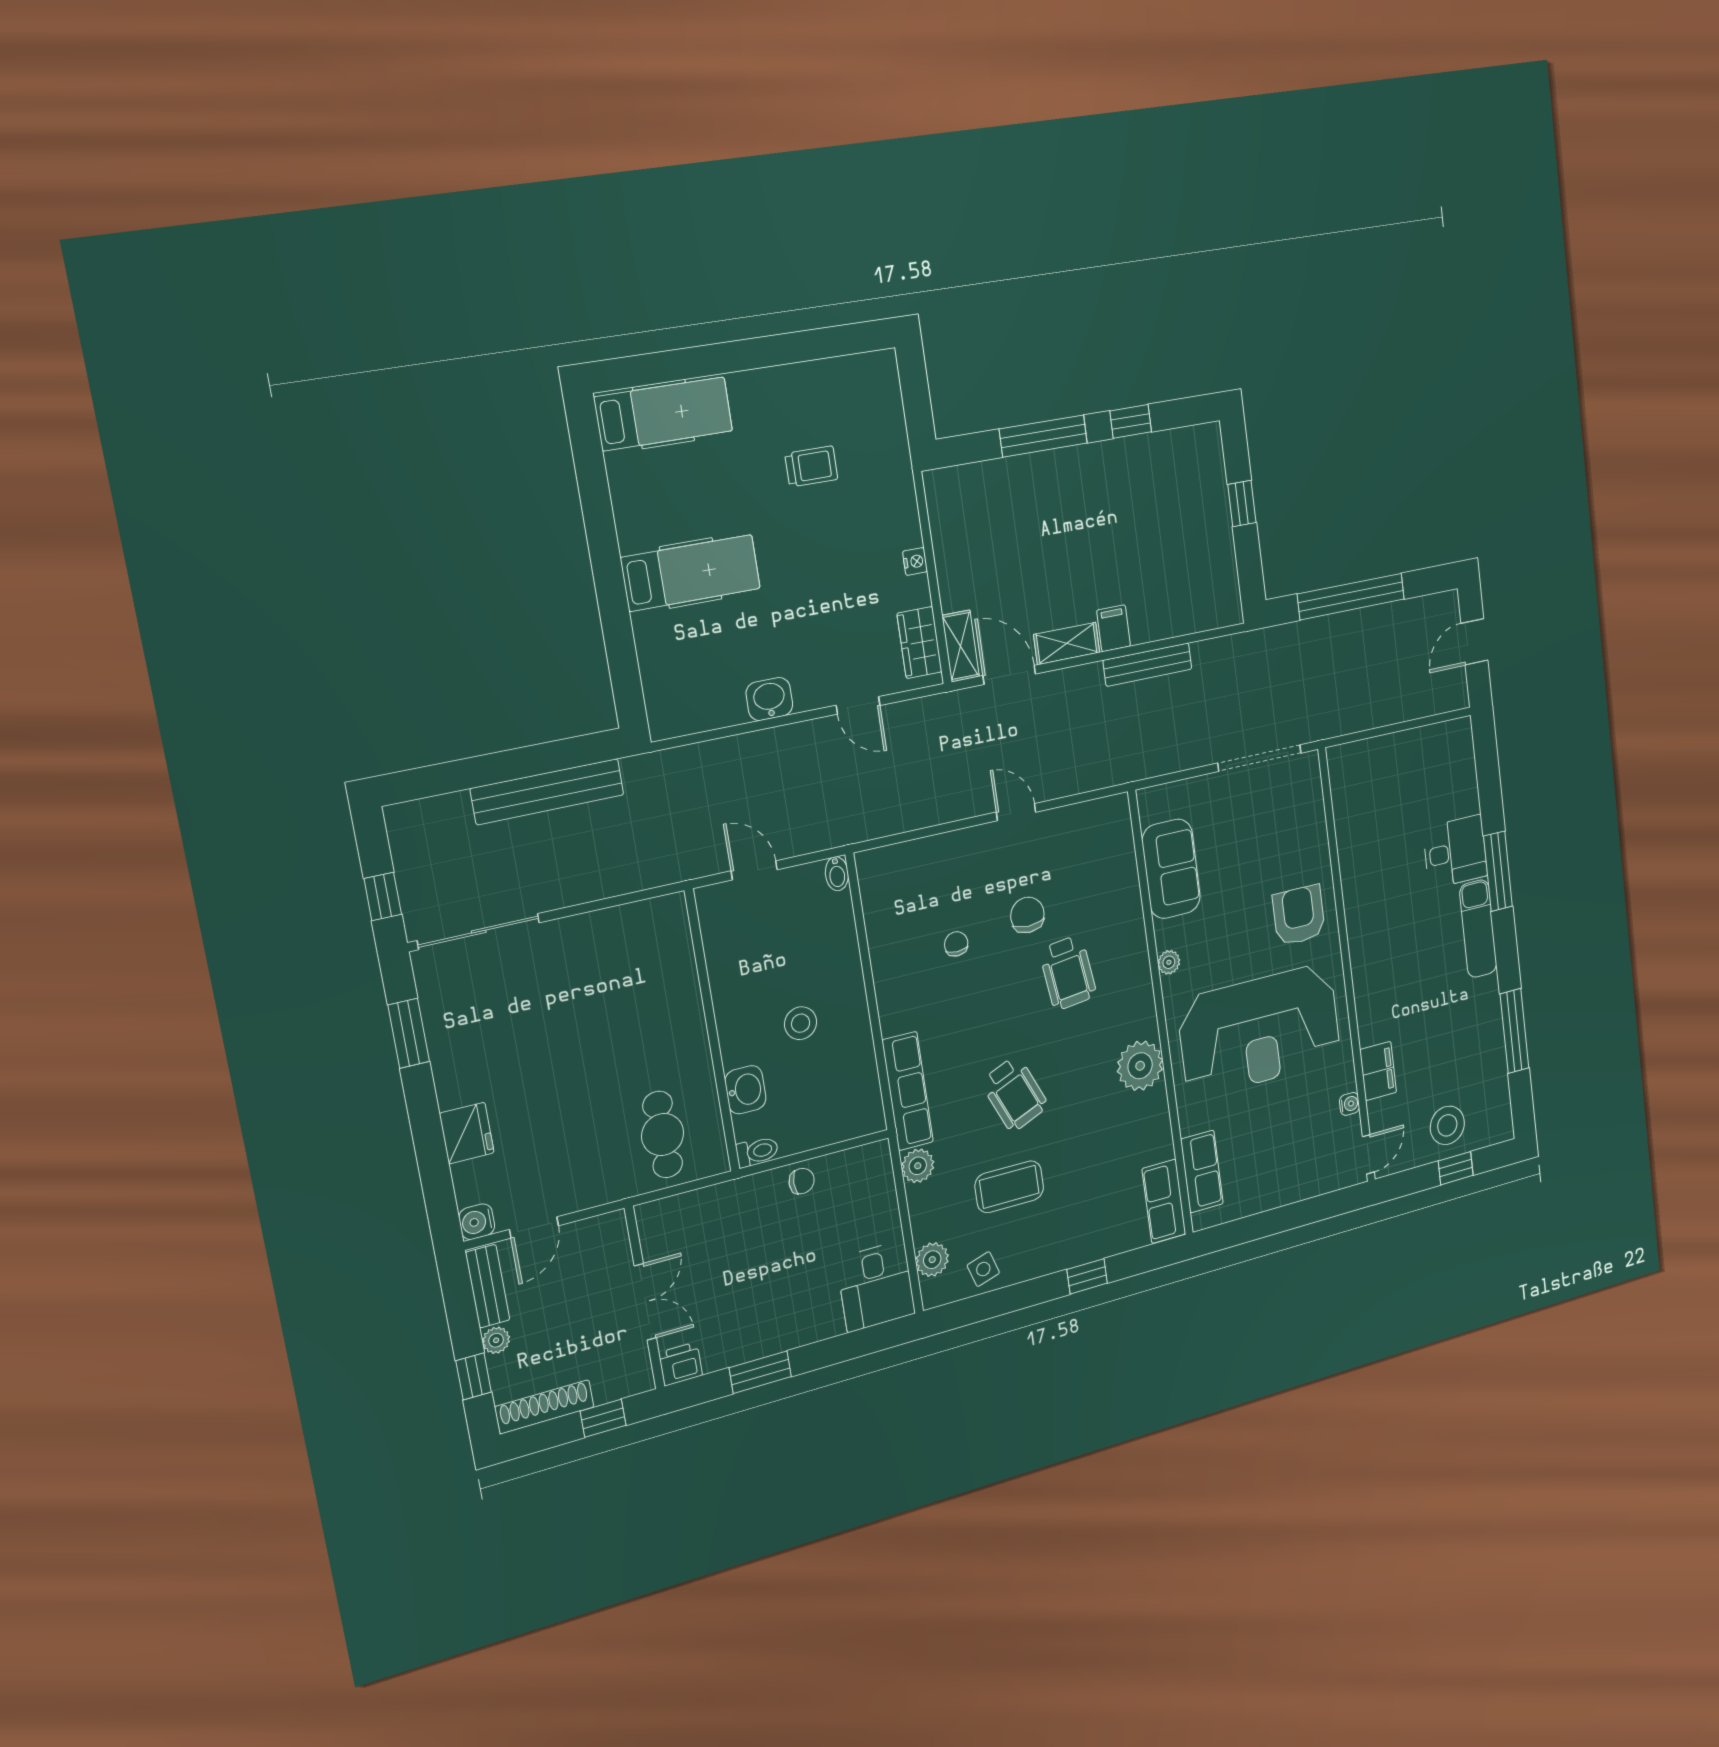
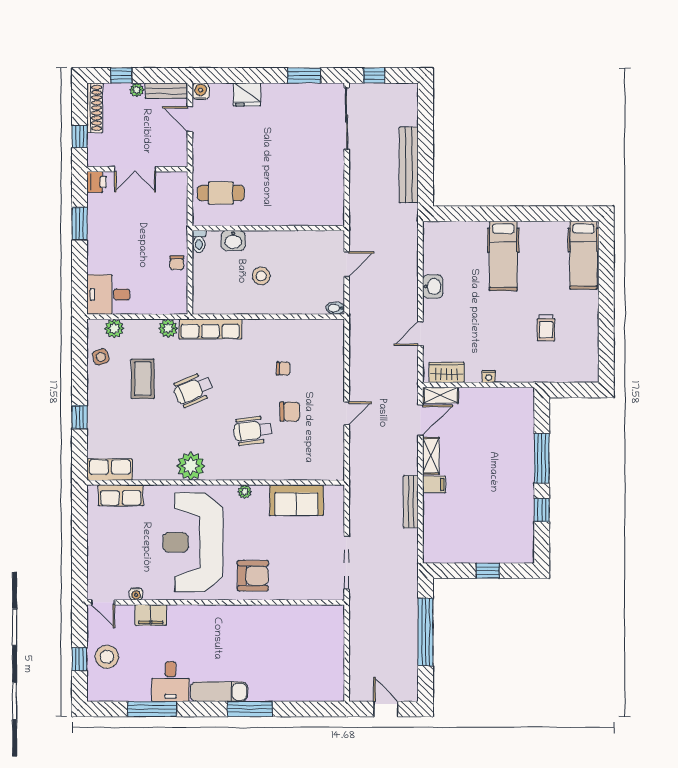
desk: (1455, 852) -> (171, 682), moved

